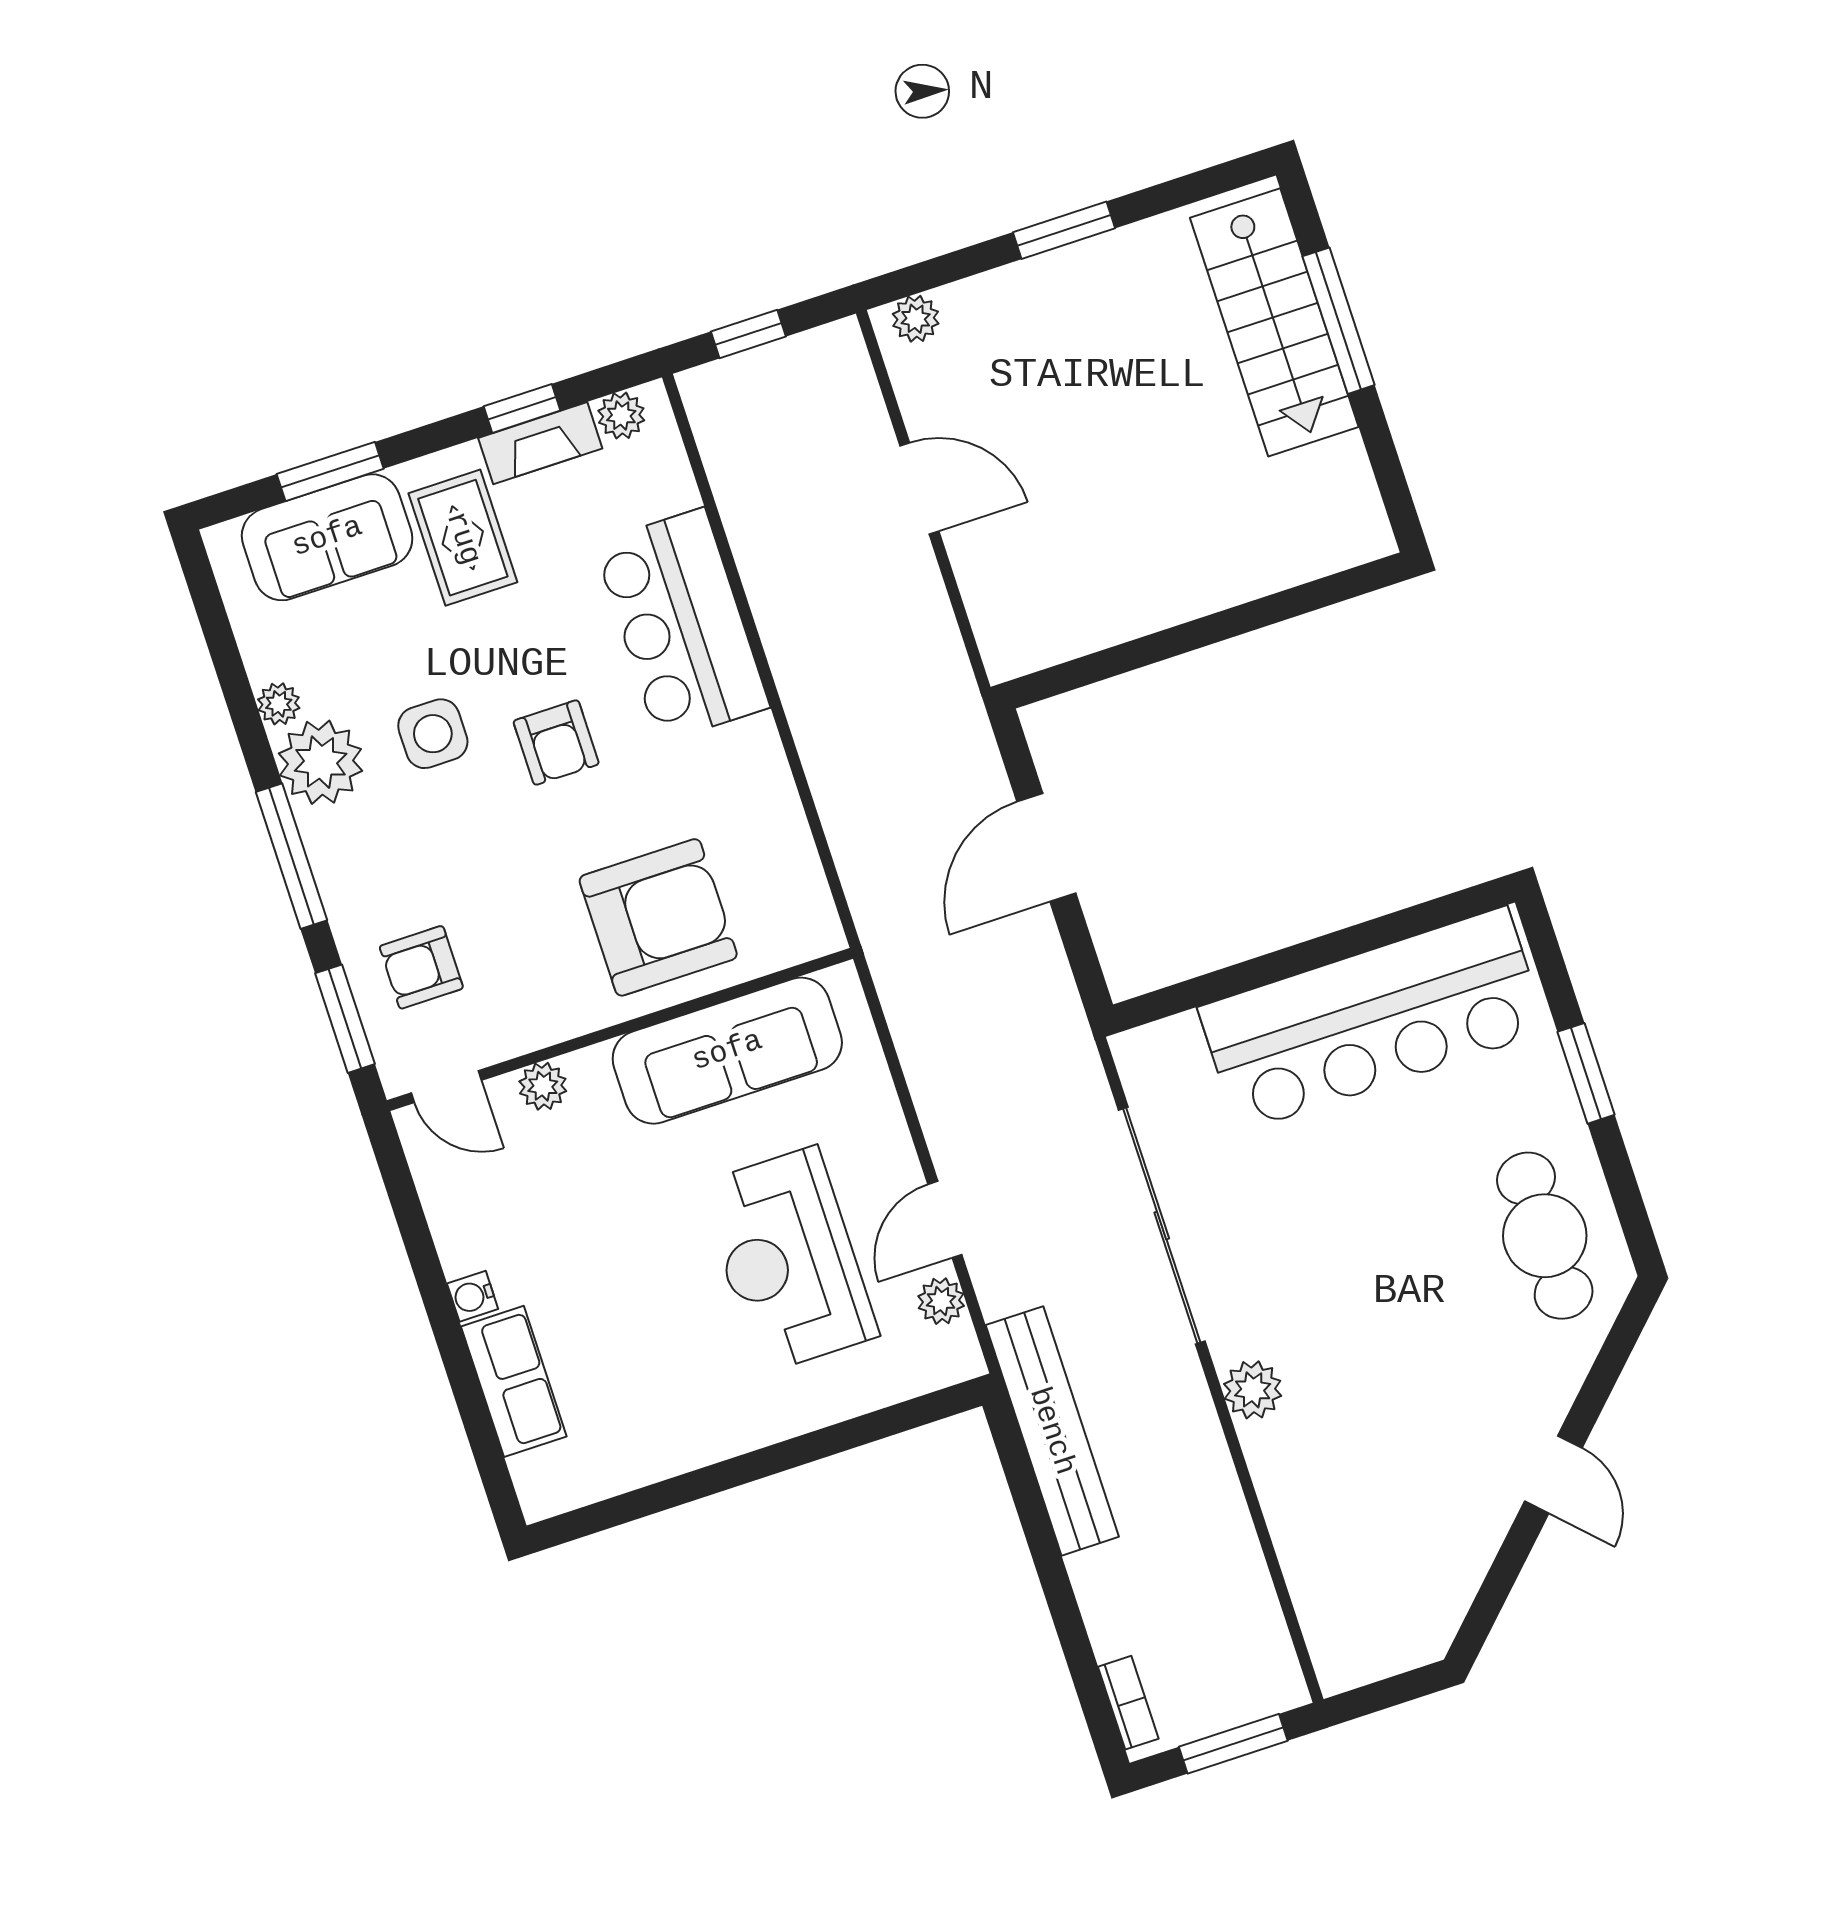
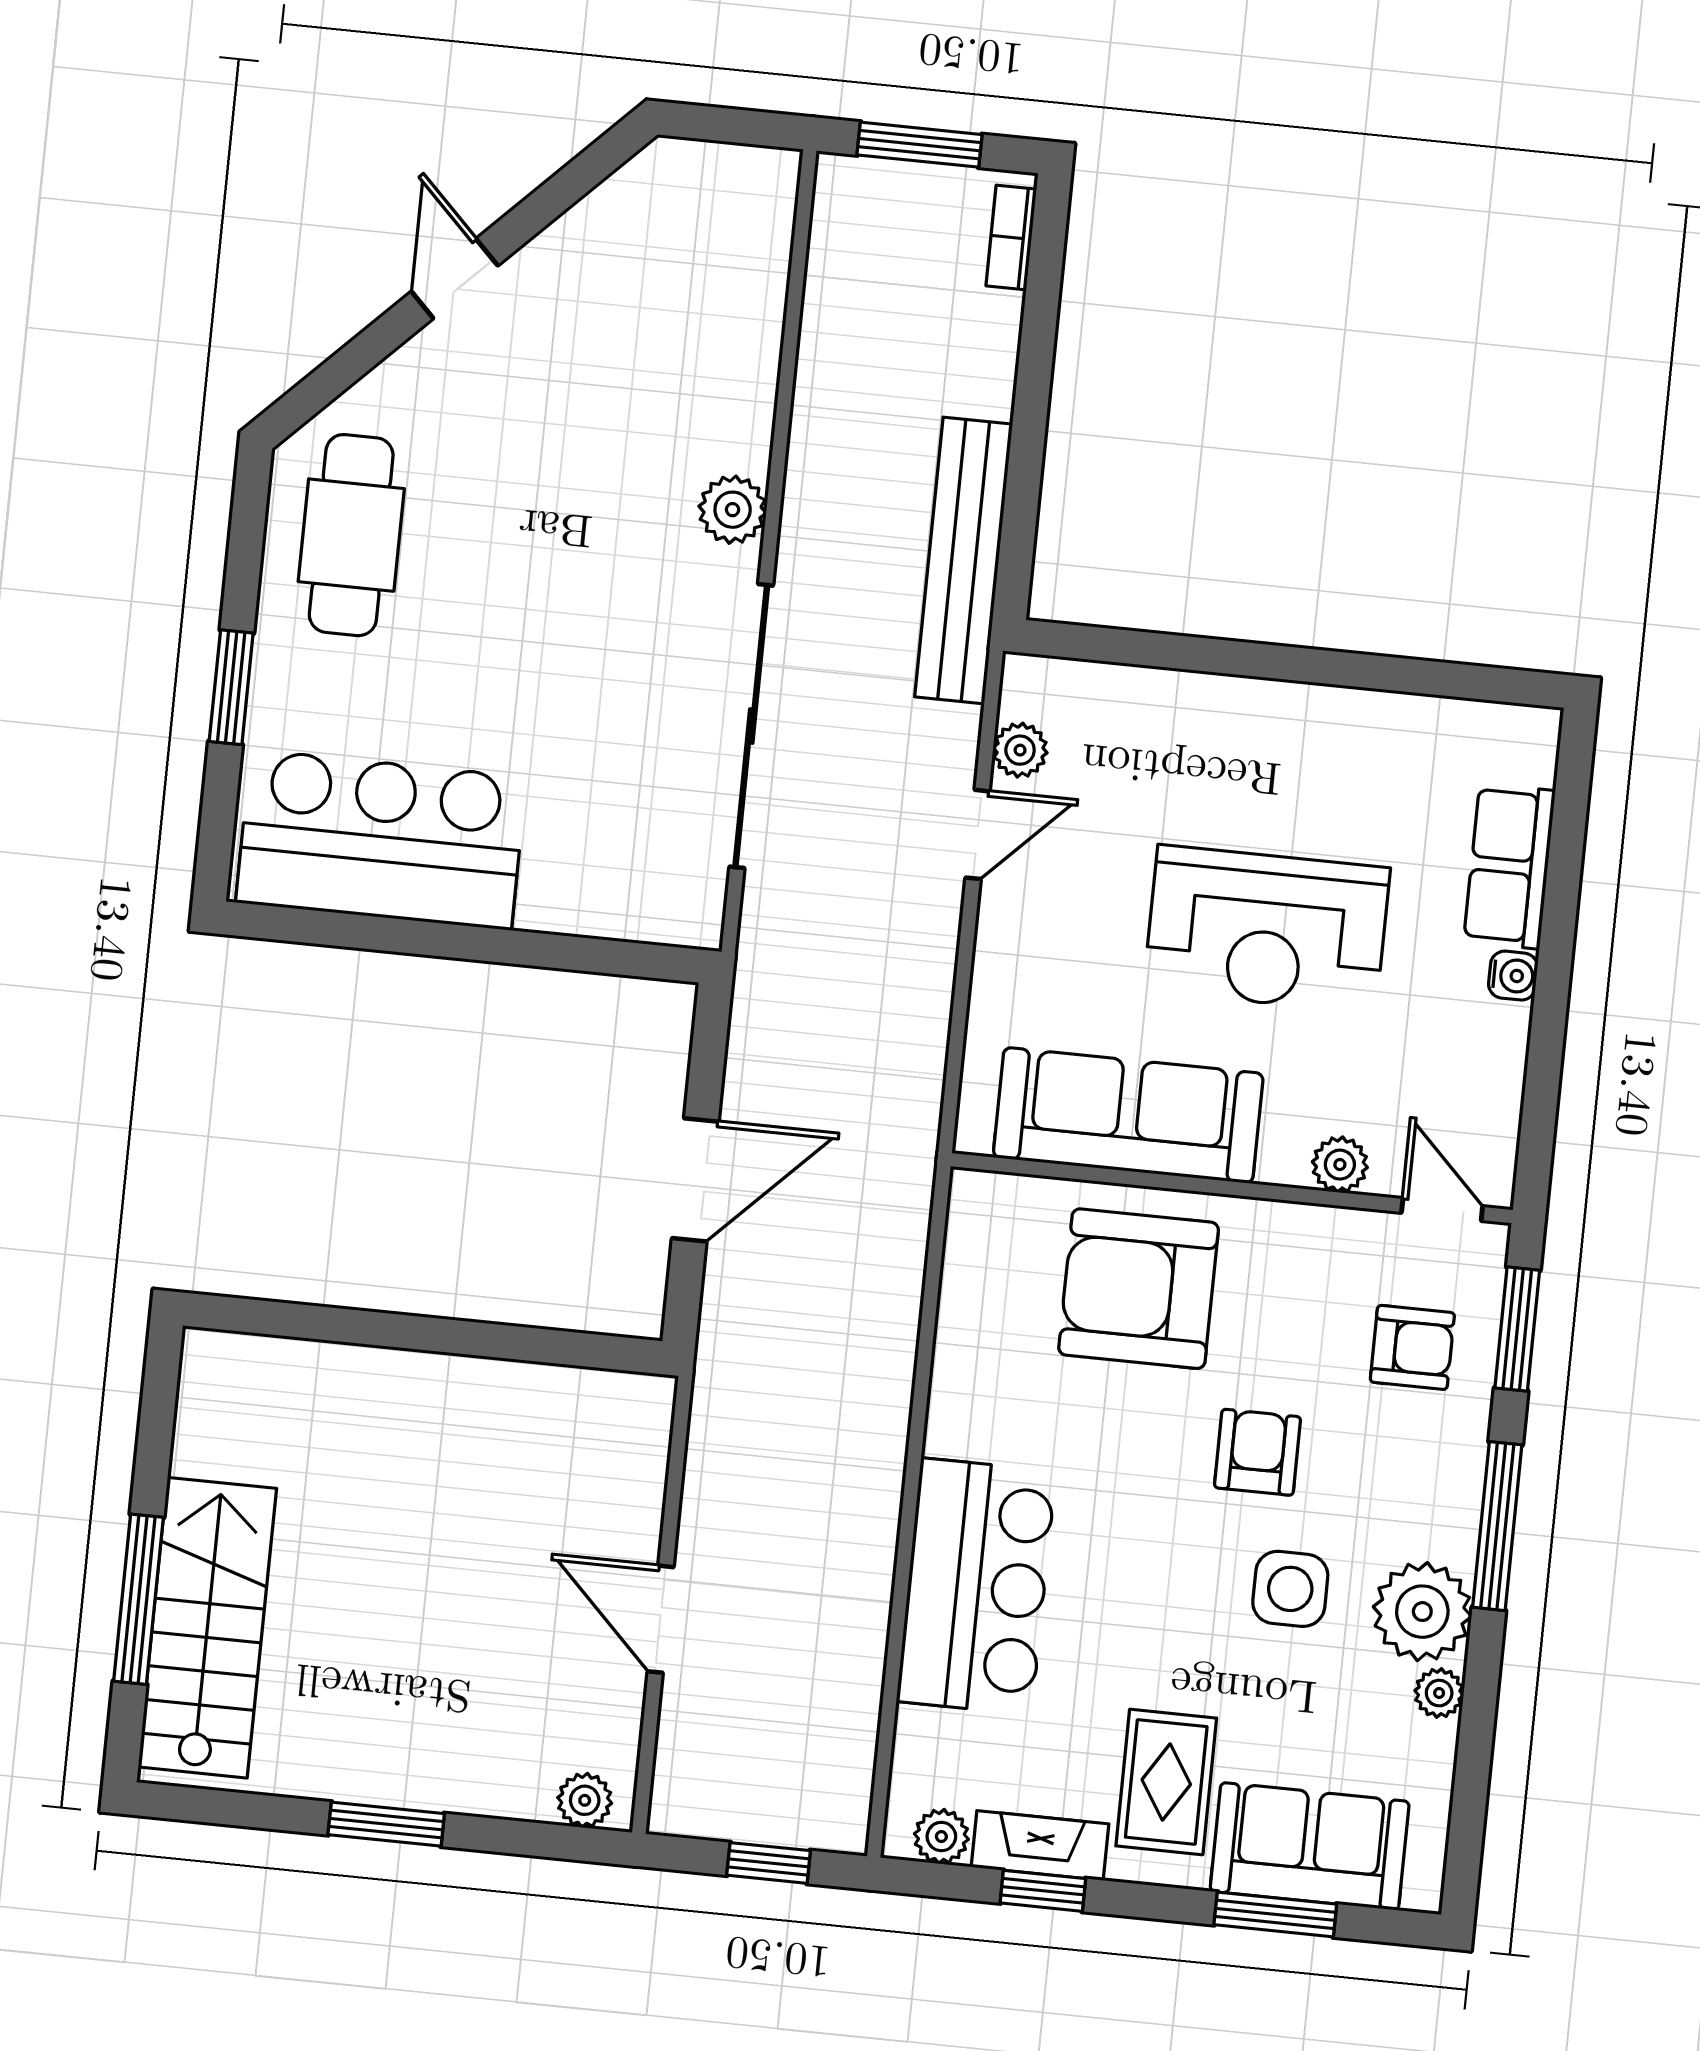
armchair: (556, 742) -> (1258, 1452), moved
bar counter: (1373, 1019) -> (381, 840), width x0.73
reception desk: (789, 1260) -> (1267, 929), moved, turned 90

